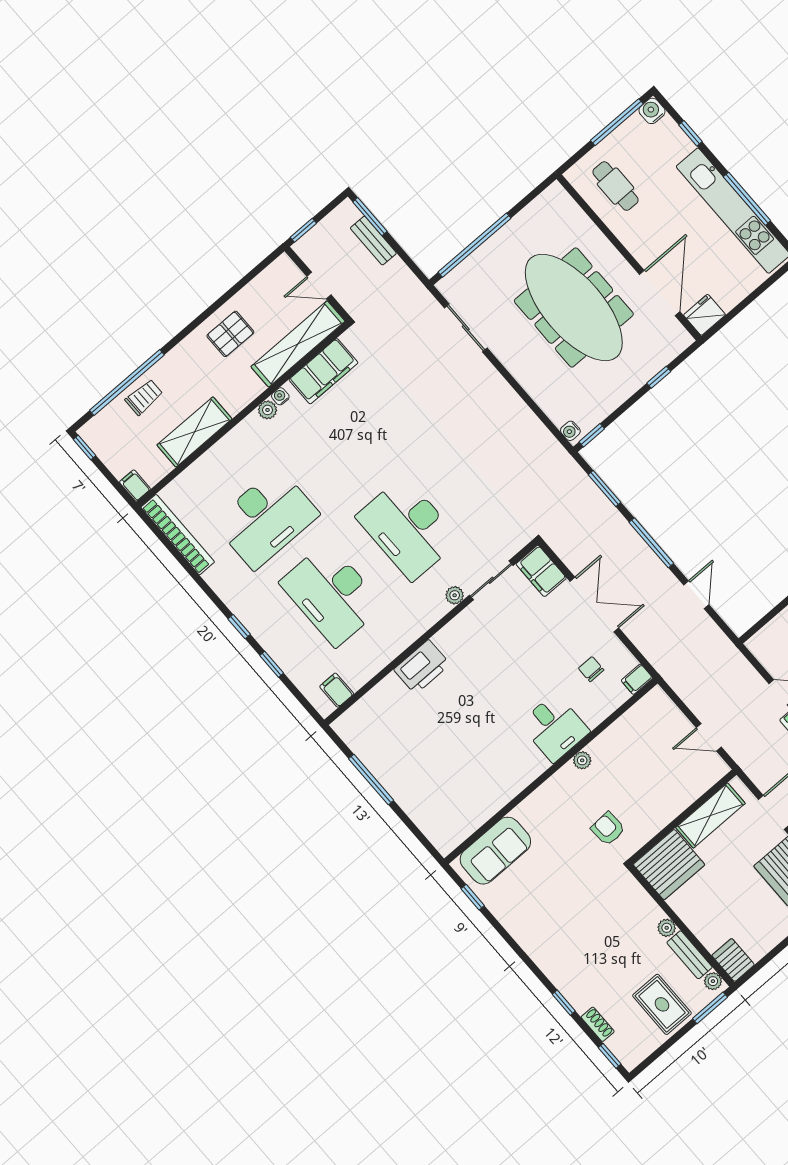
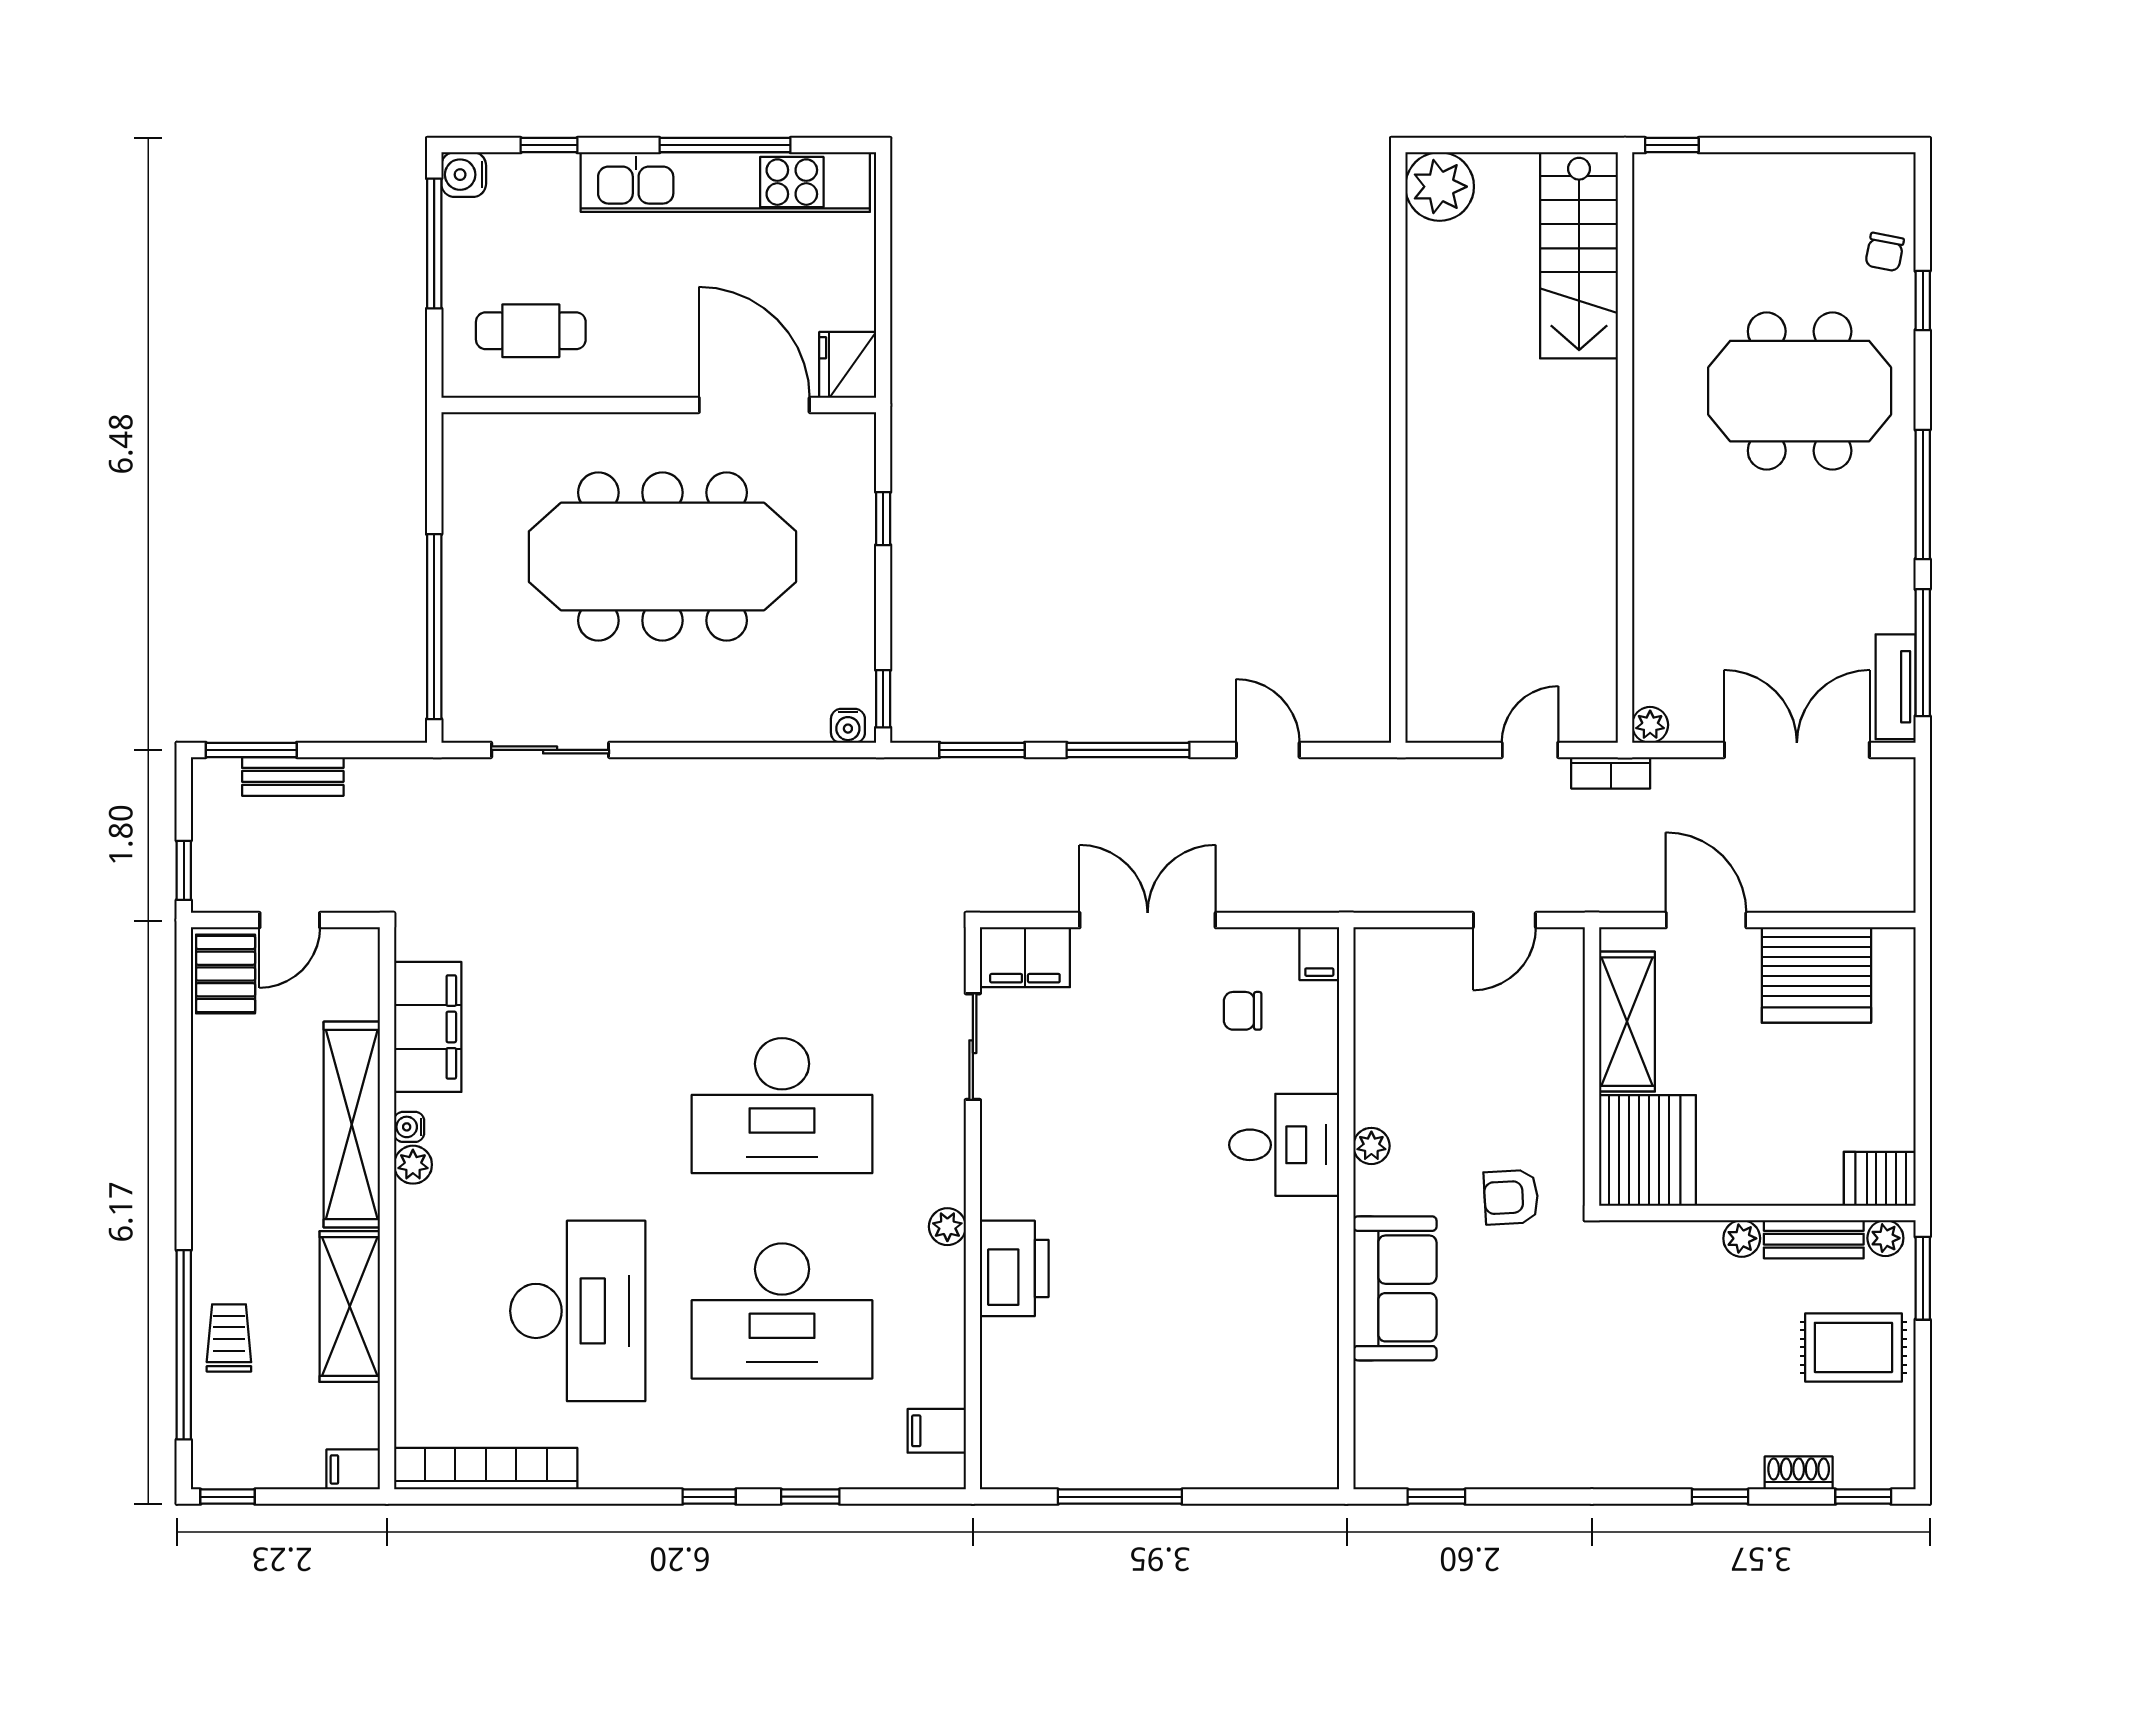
pallet: (230, 334) -> (226, 974), moved
shelving: (298, 344) -> (352, 1125), moved
plant: (455, 595) -> (947, 1227), moved
sofa: (495, 851) -> (1395, 1288), moved

